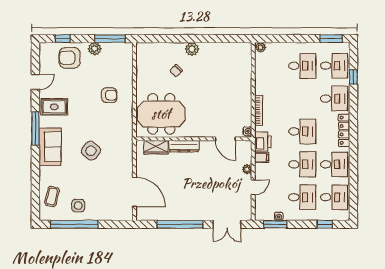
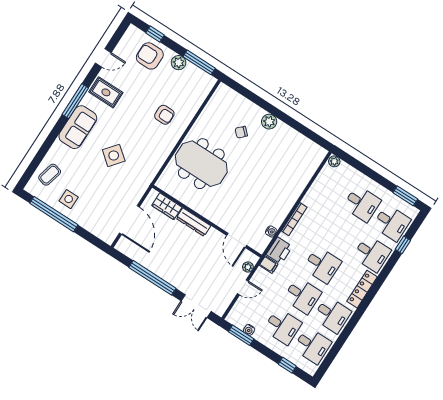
wall: (194, 139) -> (207, 221), moved
door: (225, 139) -> (237, 240), moved
dresser: (184, 146) -> (193, 222), moved
wardrobe: (156, 147) -> (167, 206), moved

